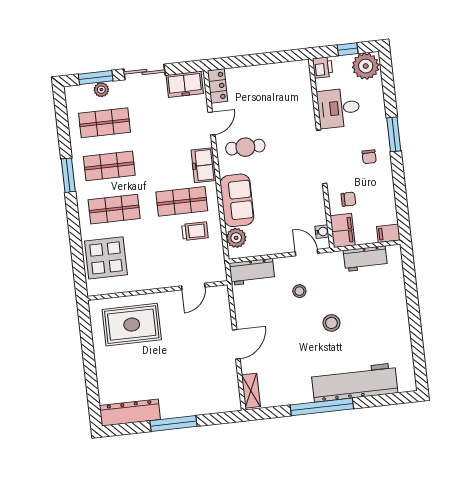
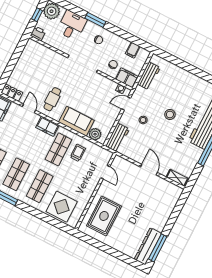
desk: (339, 108) -> (72, 25), moved, turned 180
filing cabinet: (388, 233) -> (133, 50), moved
window: (173, 424) -> (158, 248), moved

